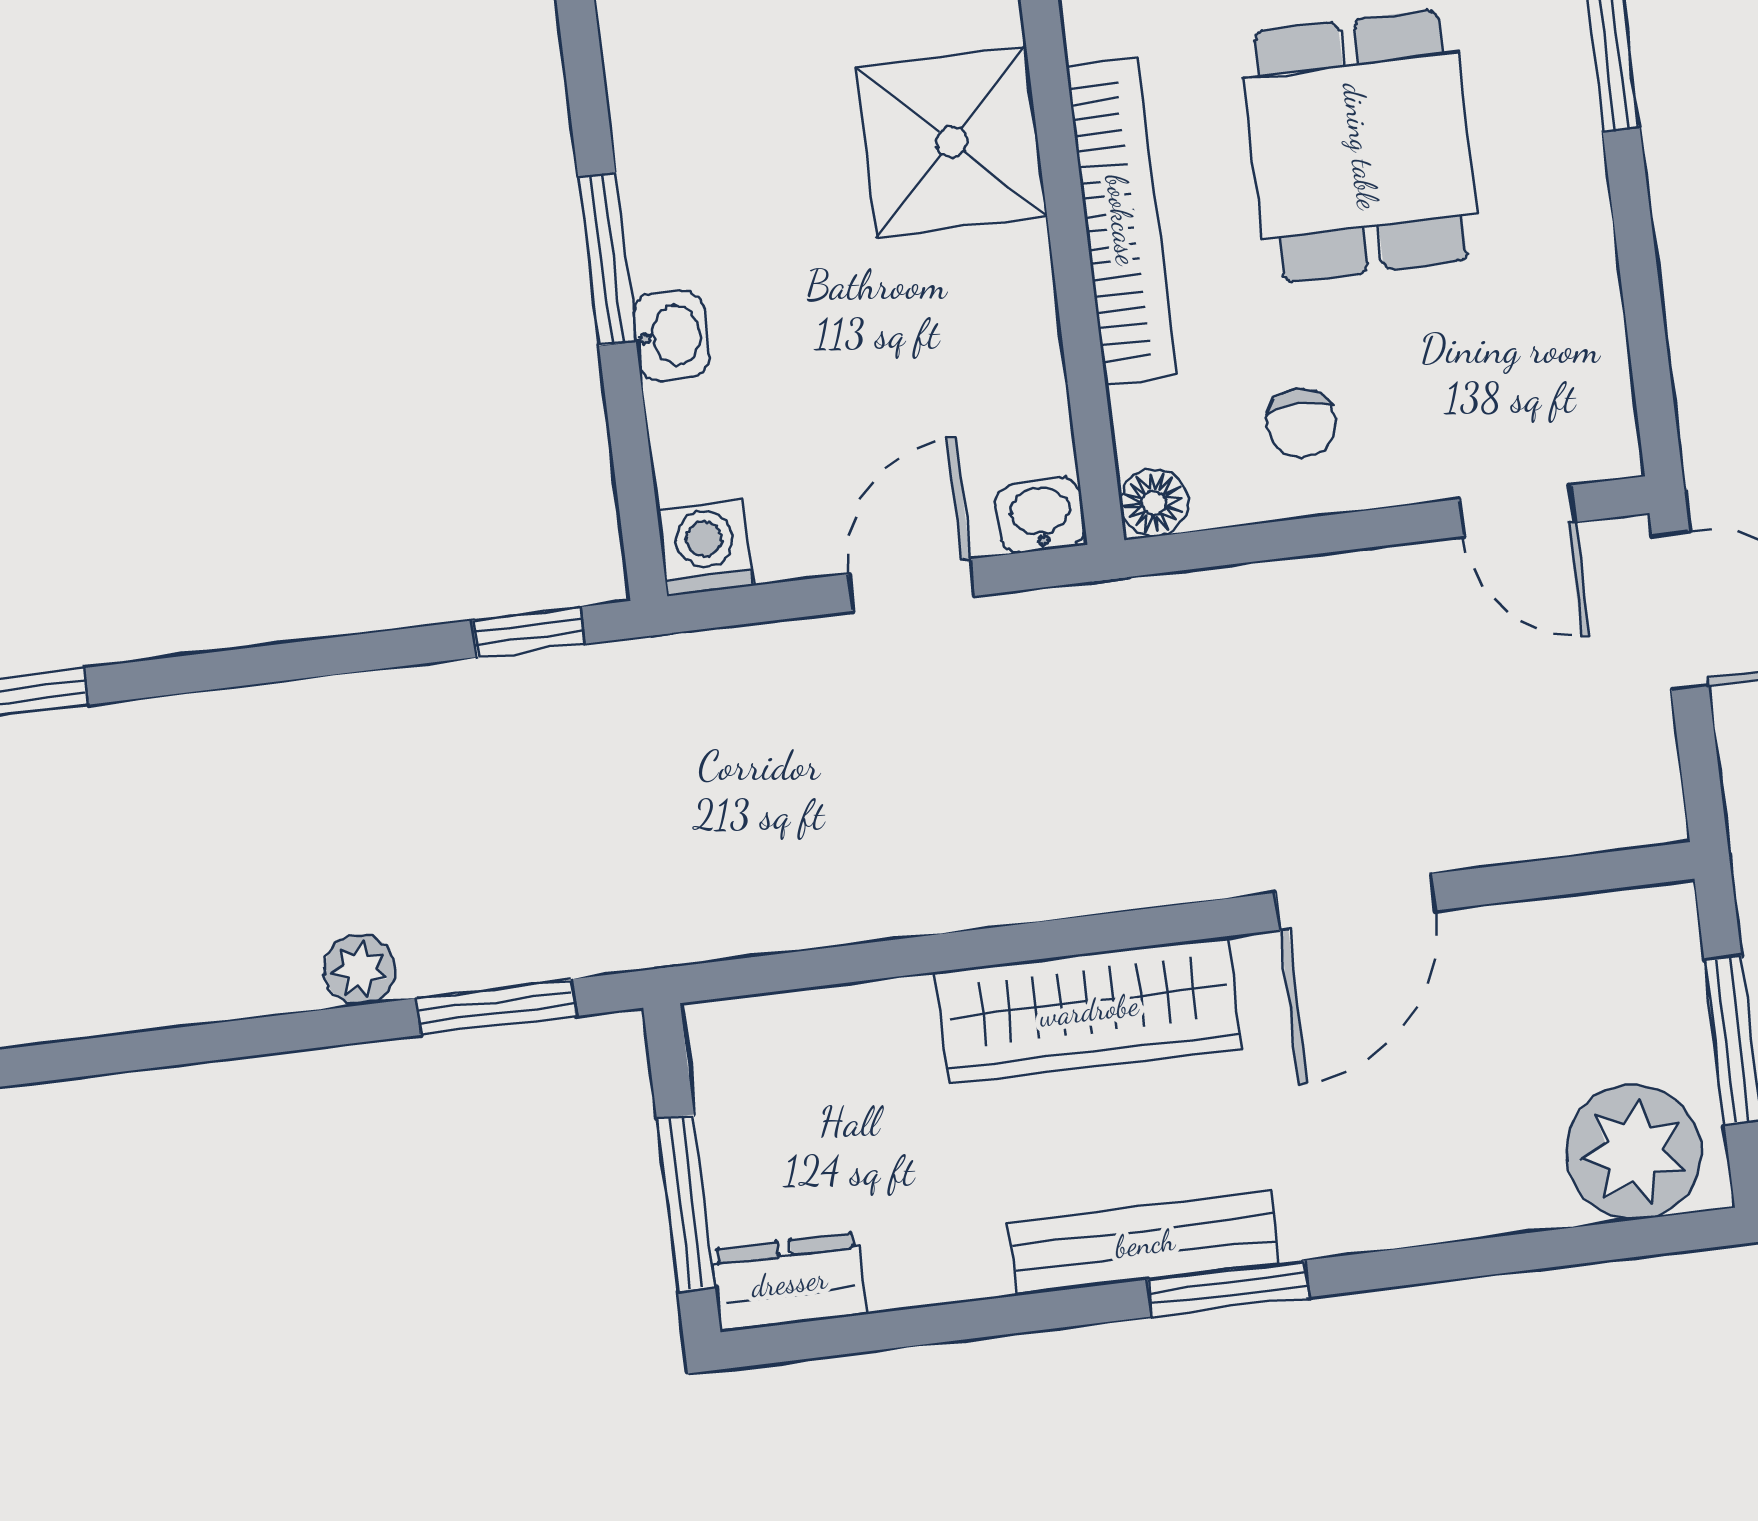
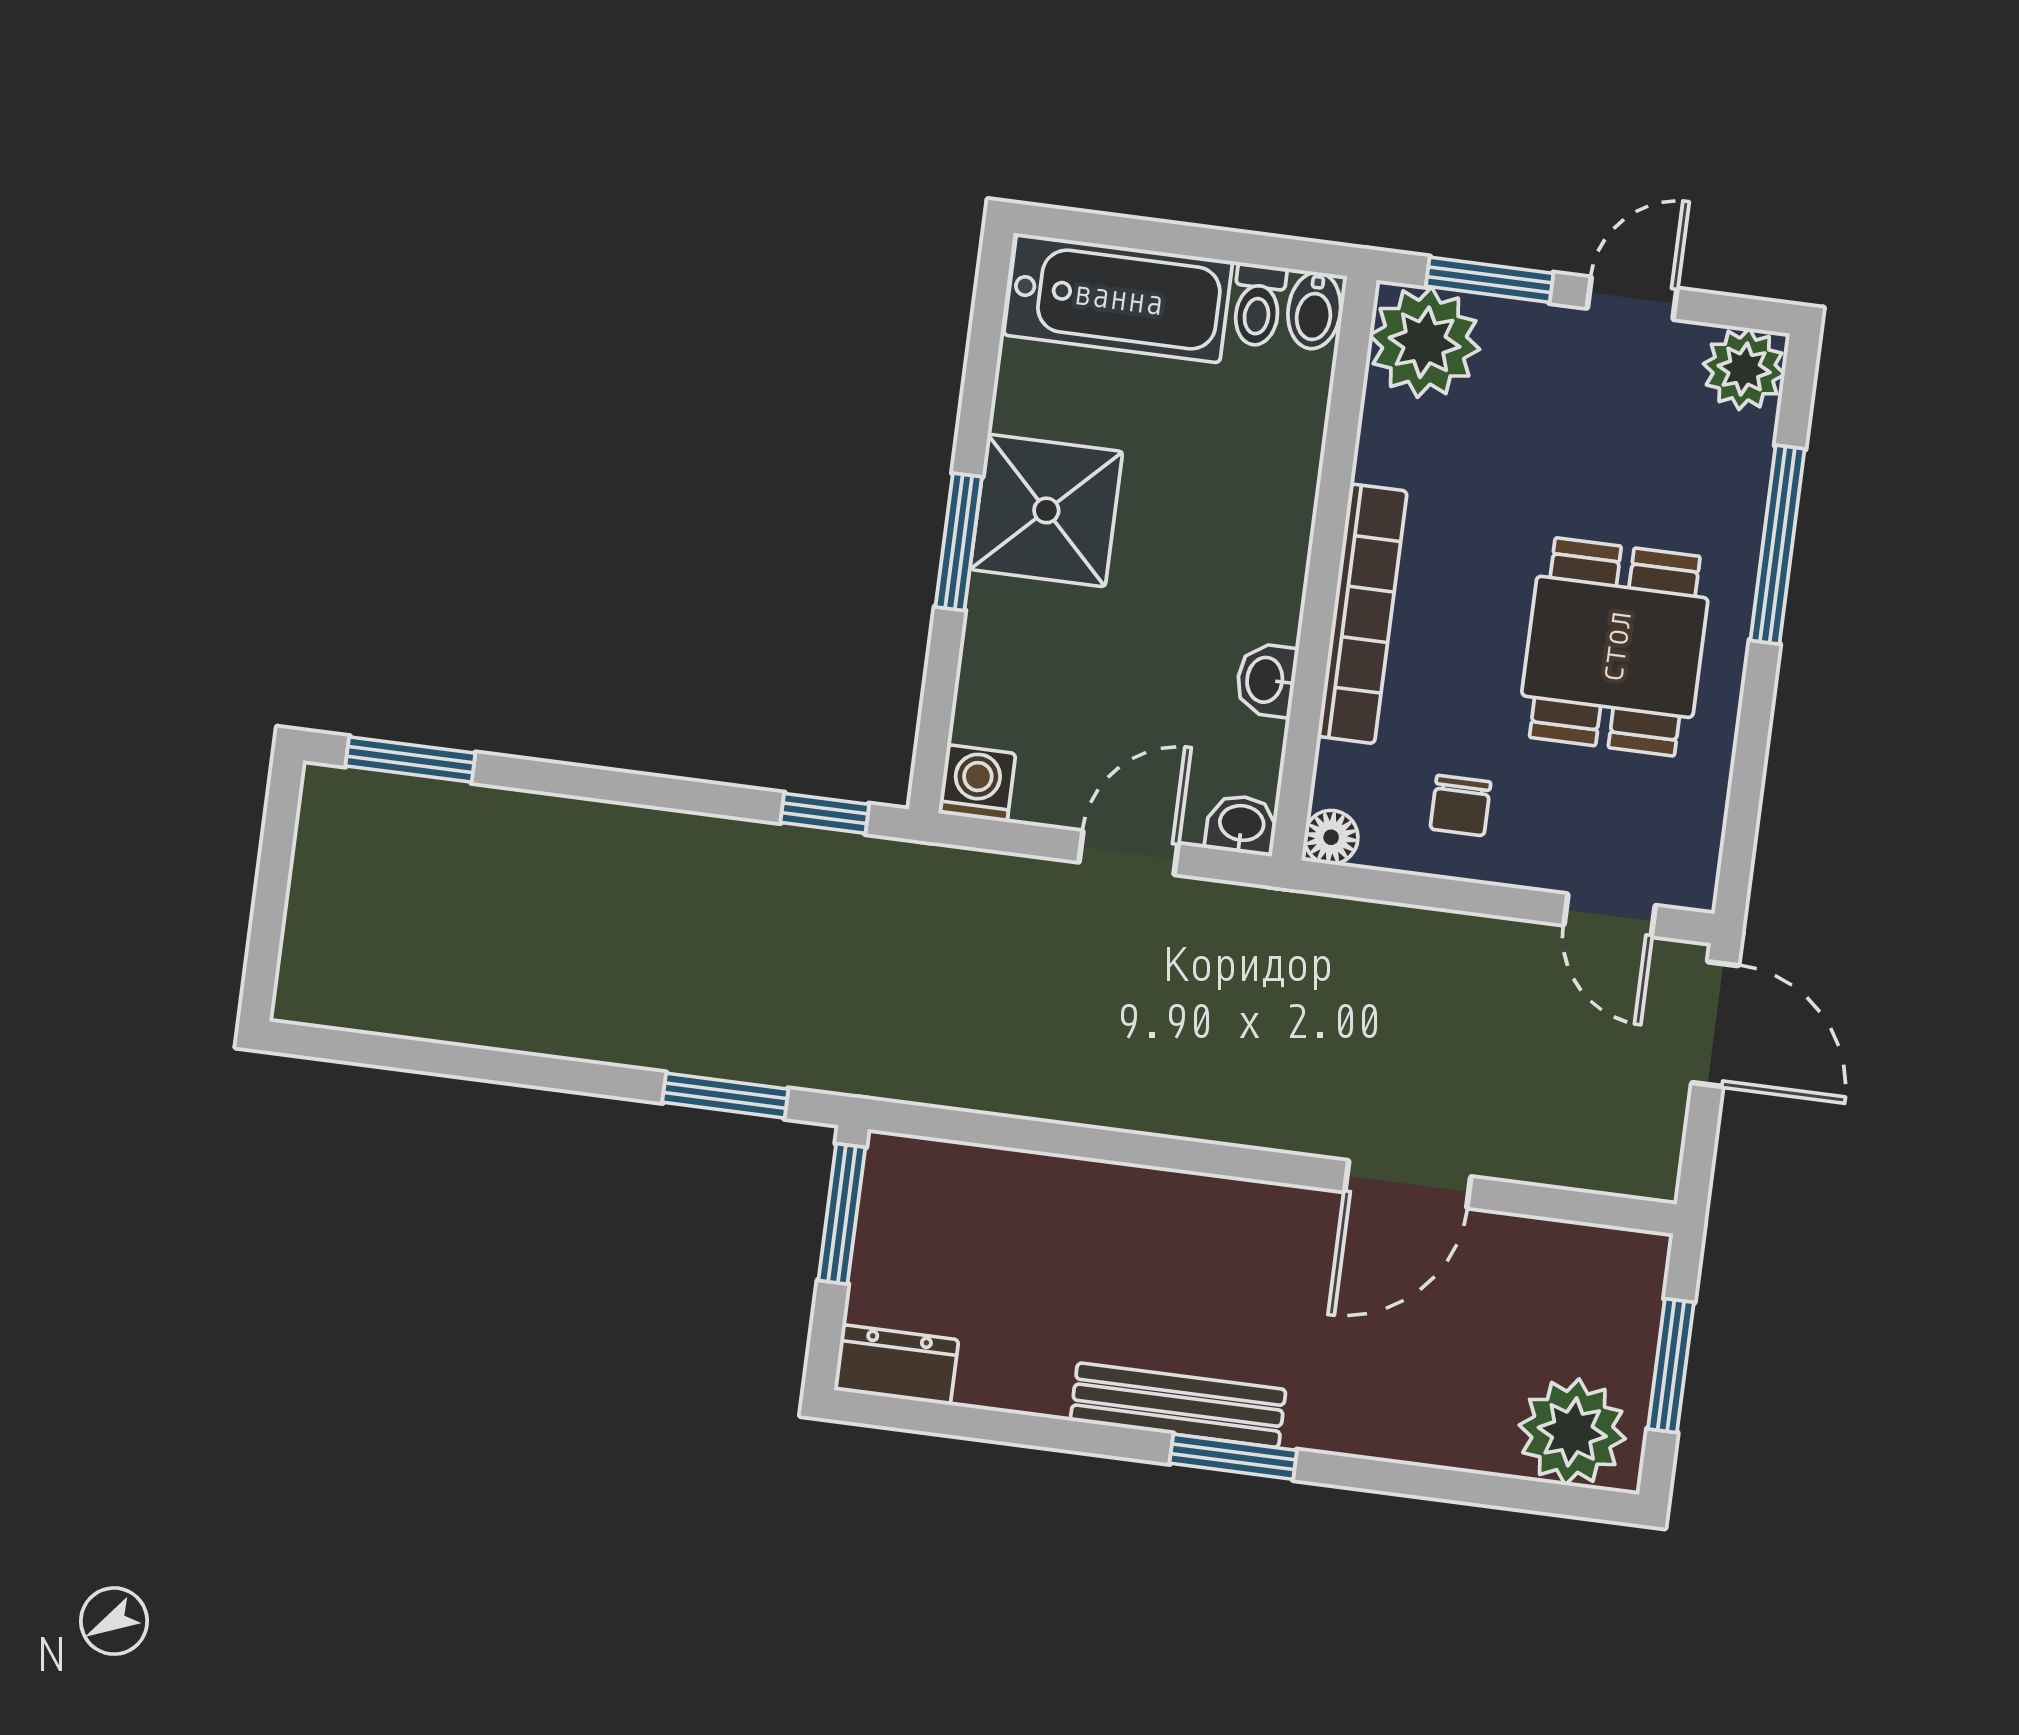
shower: (952, 142) -> (1046, 510), moved
dining table: (1361, 146) -> (1615, 647), moved
washbasin: (671, 336) -> (1266, 680), moved, turned 180
plant: (360, 970) -> (628, 1040), removed
wardrobe: (1089, 1010) -> (1181, 1215), removed
window: (686, 1203) -> (842, 1214), moved

